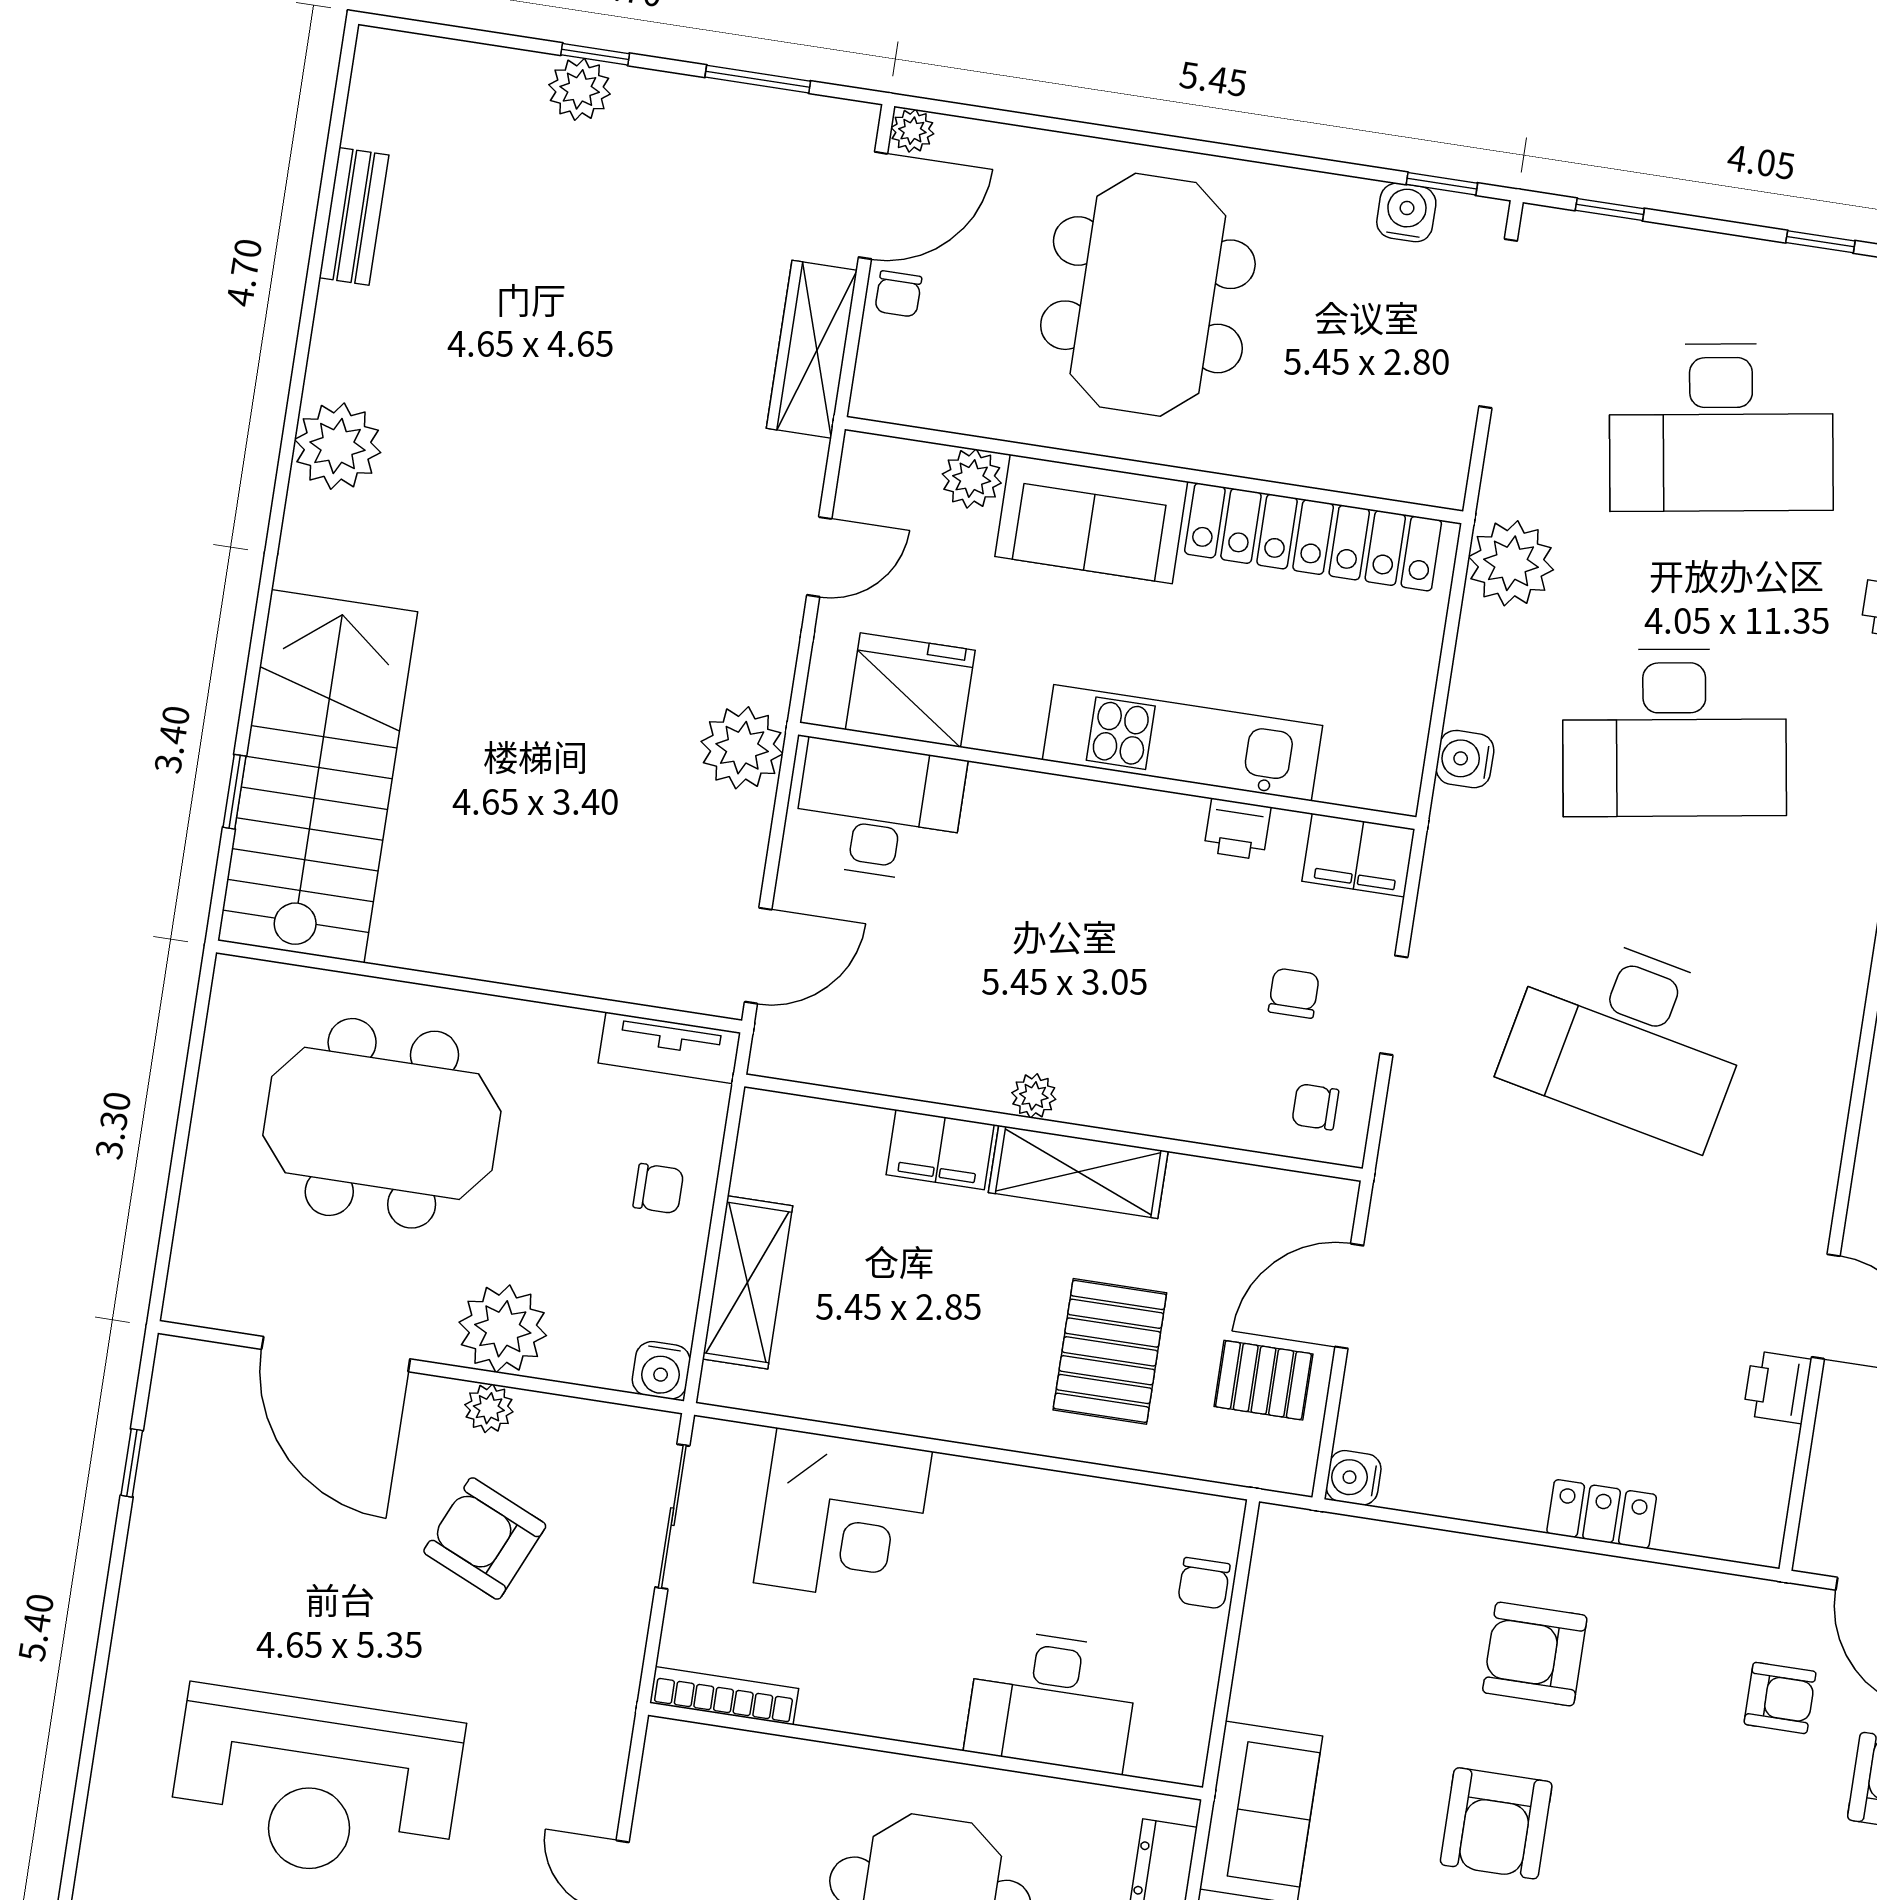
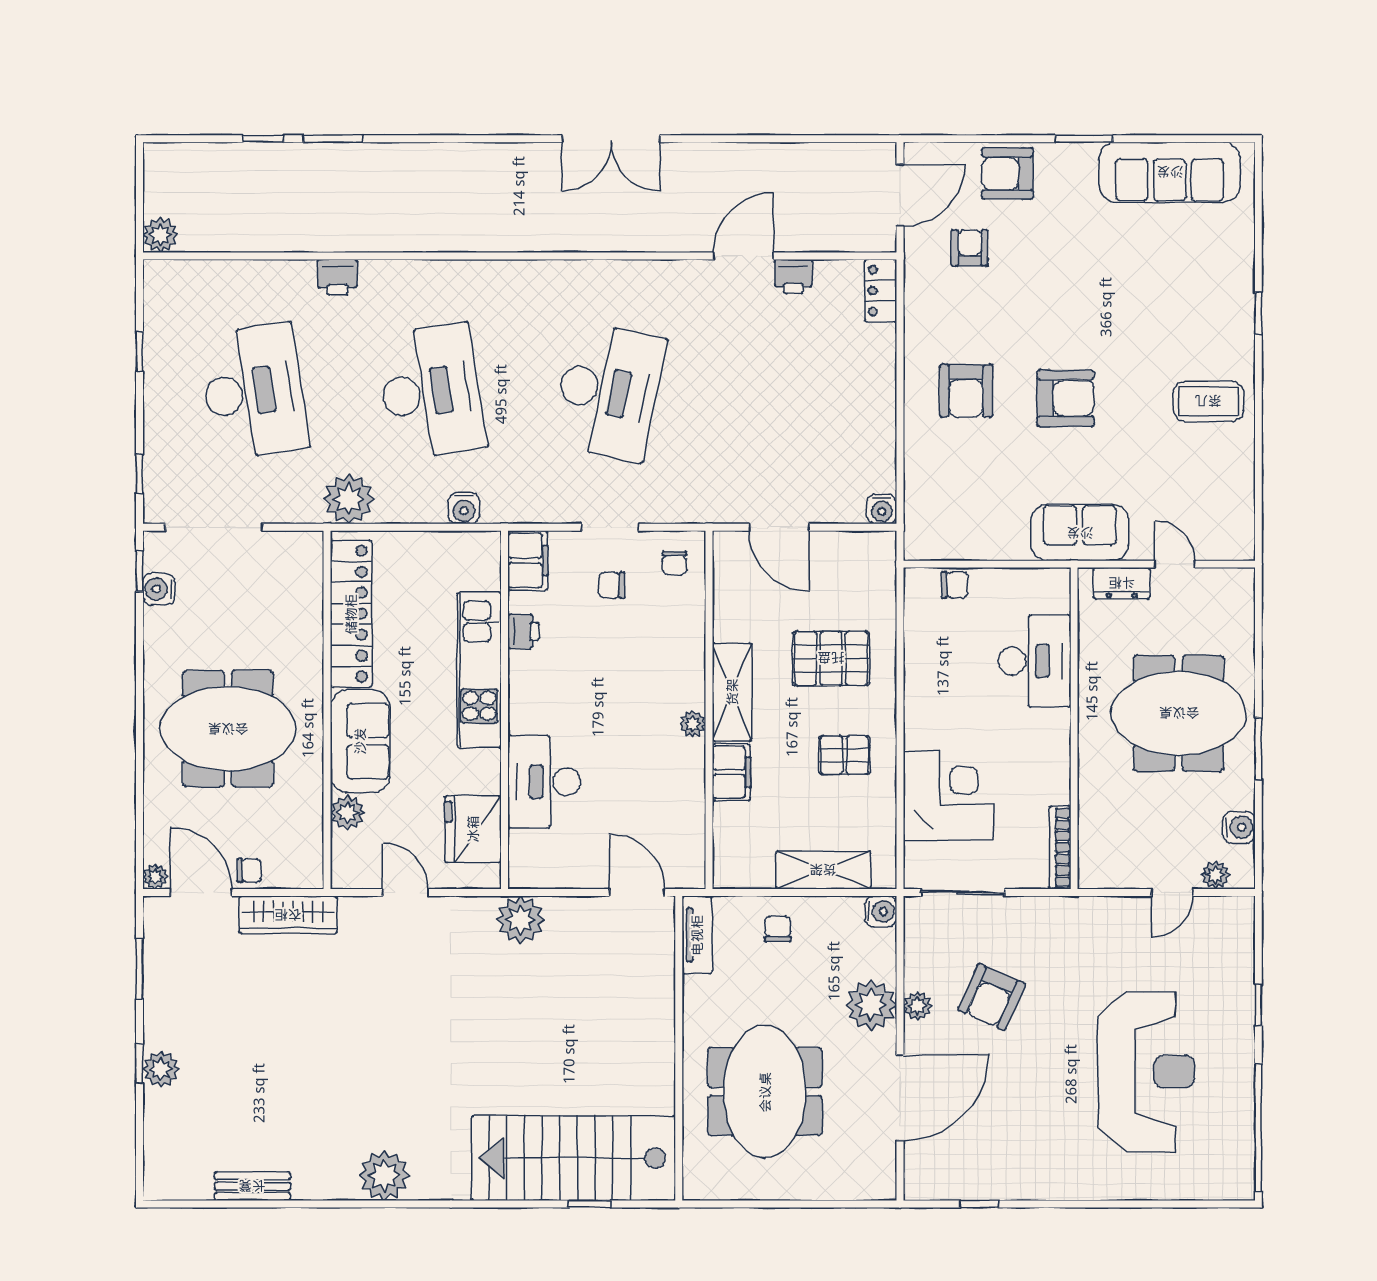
desk: (879, 811) -> (544, 782), moved
pallet: (1263, 1380) -> (844, 755), moved, turned 90
locker: (1602, 1514) -> (881, 291), moved

